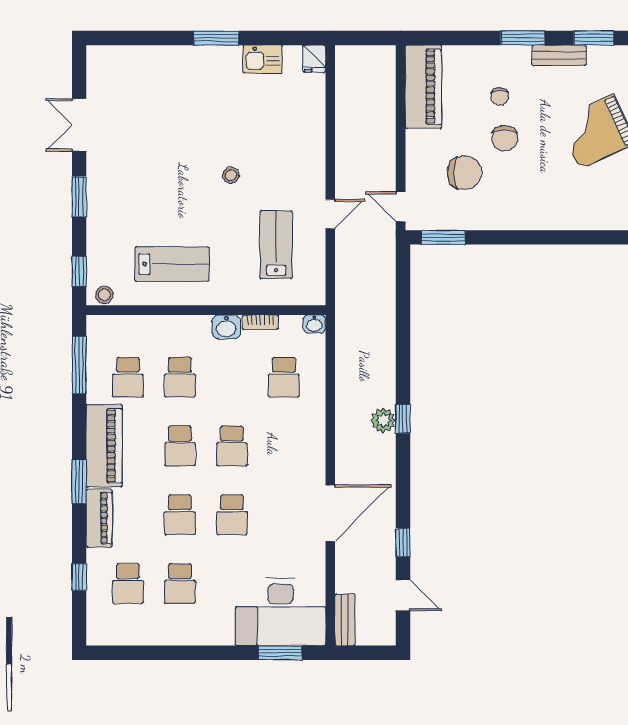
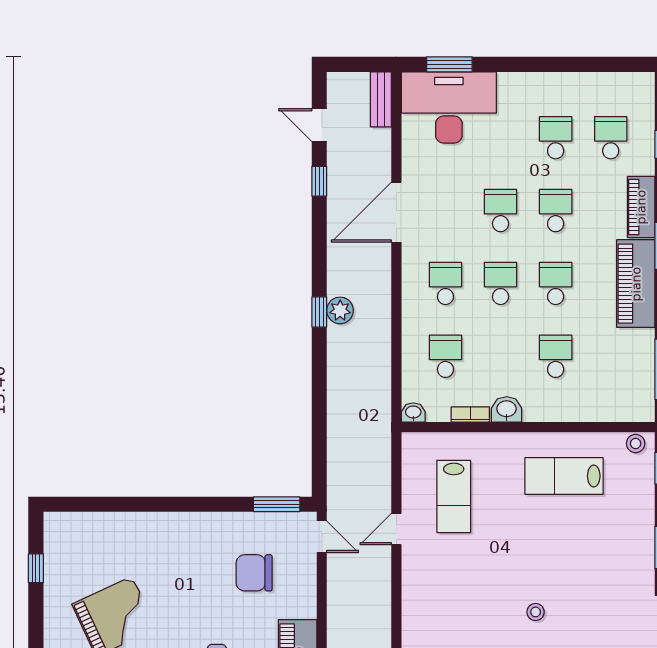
chair: (505, 138) -> (212, 609), removed
stool: (231, 175) -> (536, 612), moved
school desk: (128, 377) -> (445, 283), moved

